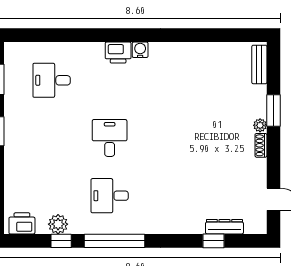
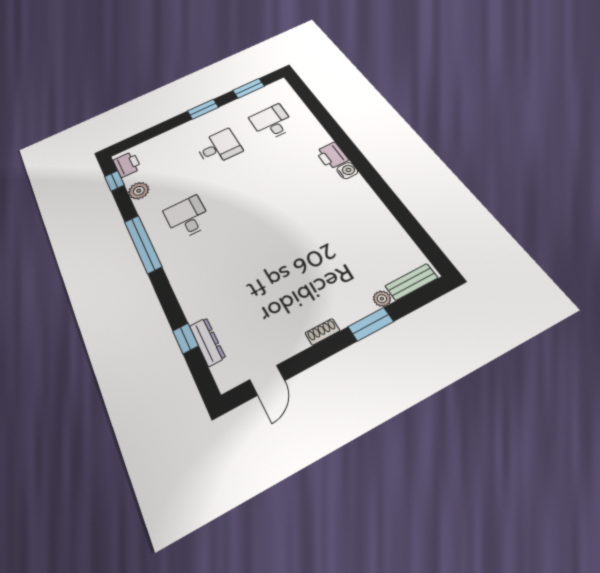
plant: (260, 125) -> (382, 299), moved
desk: (110, 138) -> (219, 147), moved
window: (61, 241) -> (114, 181), moved

